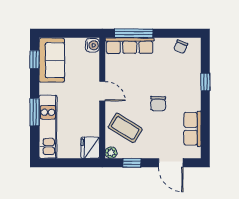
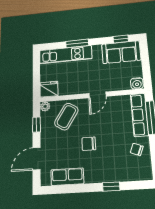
chair: (181, 47) -> (137, 149), moved

